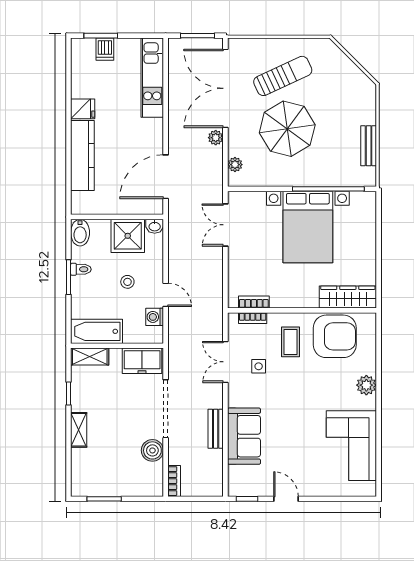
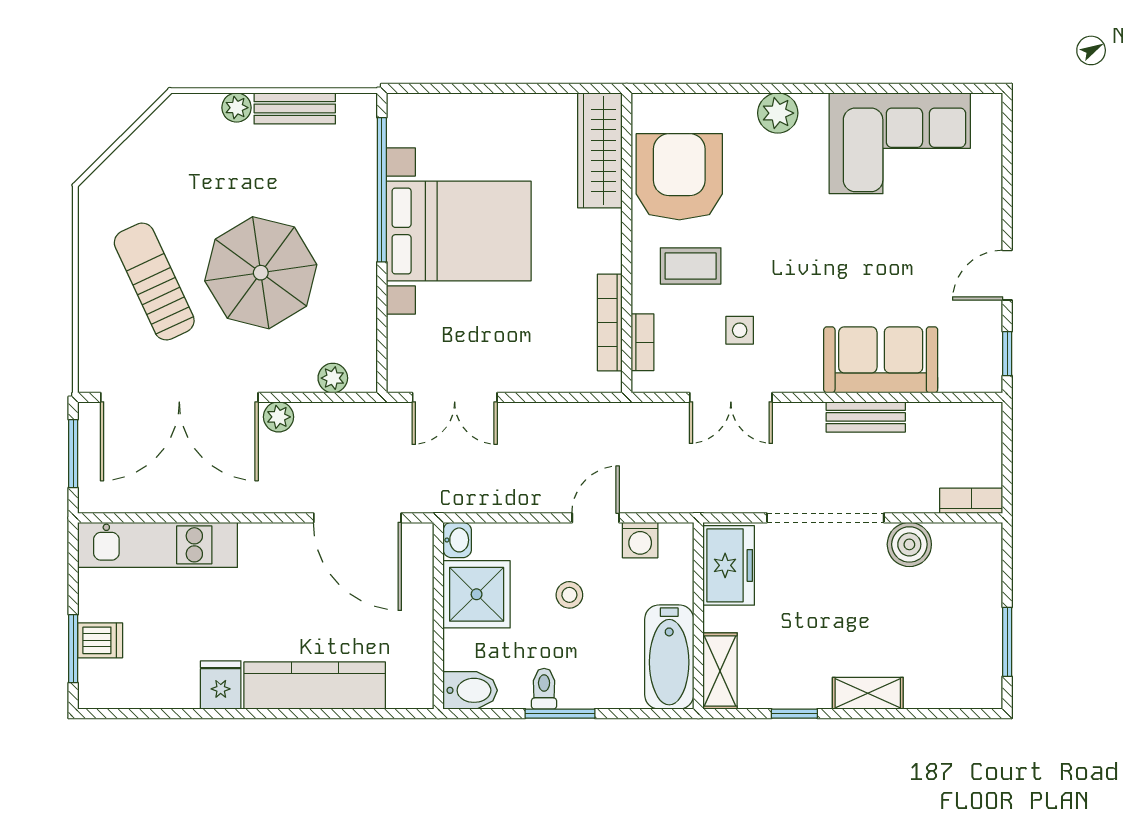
plant: (369, 117) -> (237, 108), added
bookcase: (254, 302) -> (610, 322), width x1.56

